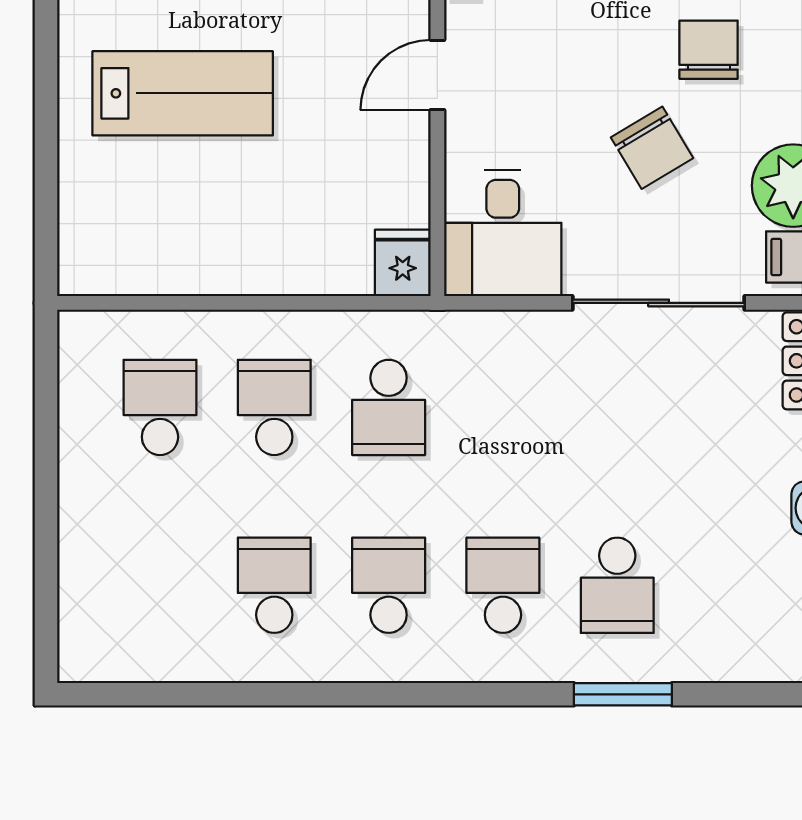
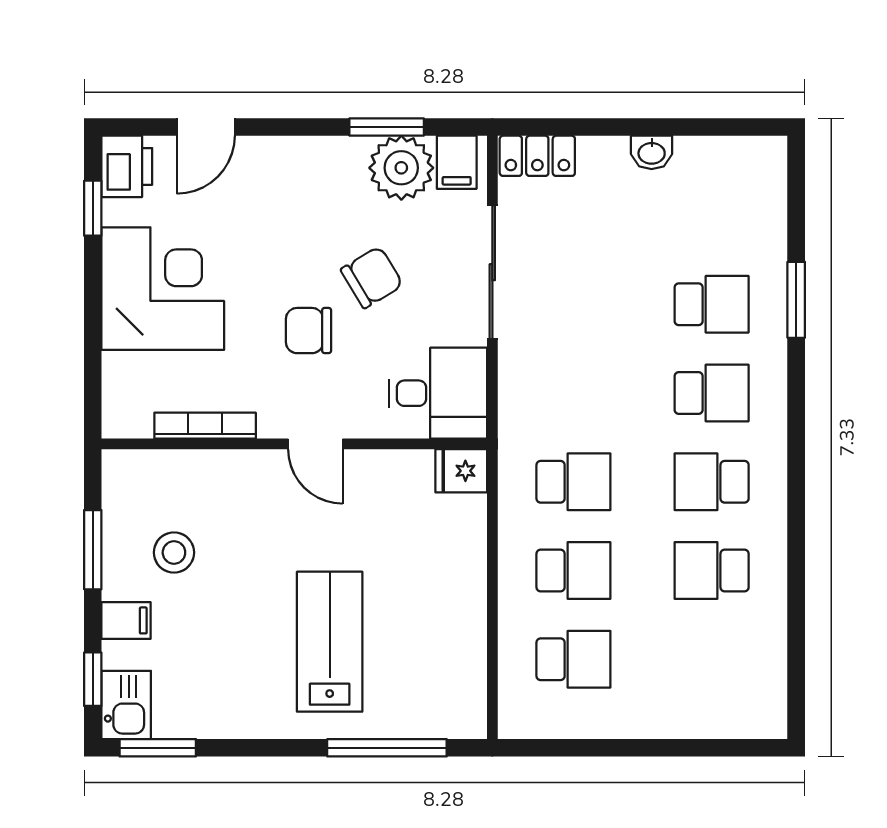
chair: (709, 50) -> (309, 331), moved
window: (46, 167) -> (387, 748), added
school desk: (160, 407) -> (573, 659), turned 180
school desk: (274, 407) -> (573, 571), turned 180
school desk: (503, 585) -> (712, 393), turned 180

